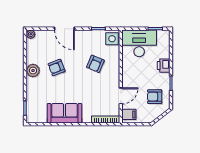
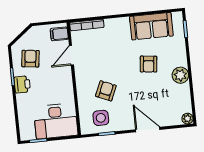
side table: (112, 39) -> (101, 118), moved
printer: (164, 66) -> (22, 84), moved
armchair: (57, 68) -> (149, 64), moved, turned 117
armchair: (155, 97) -> (30, 59), turned -83
sofa: (65, 113) -> (151, 26), moved

